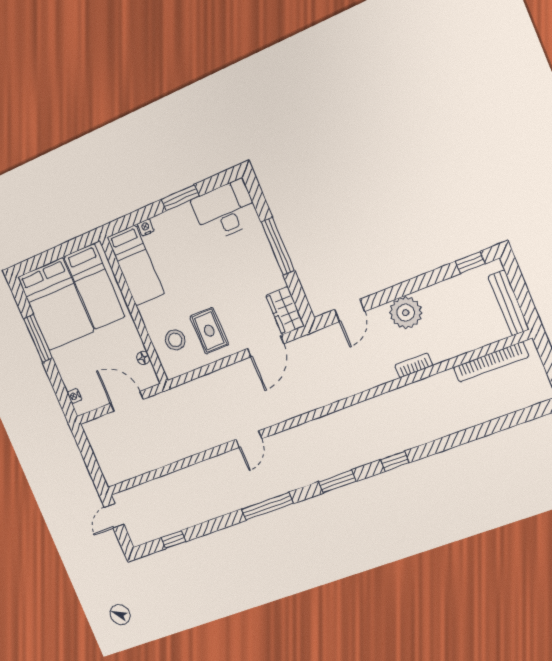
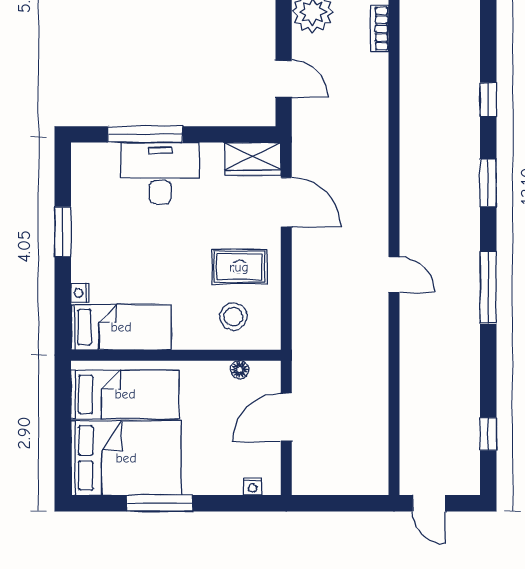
desk: (225, 211) -> (160, 173), moved, turned 90
window: (278, 246) -> (145, 134), moved

